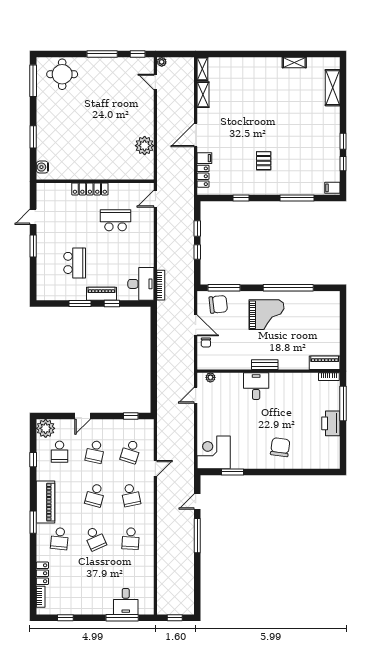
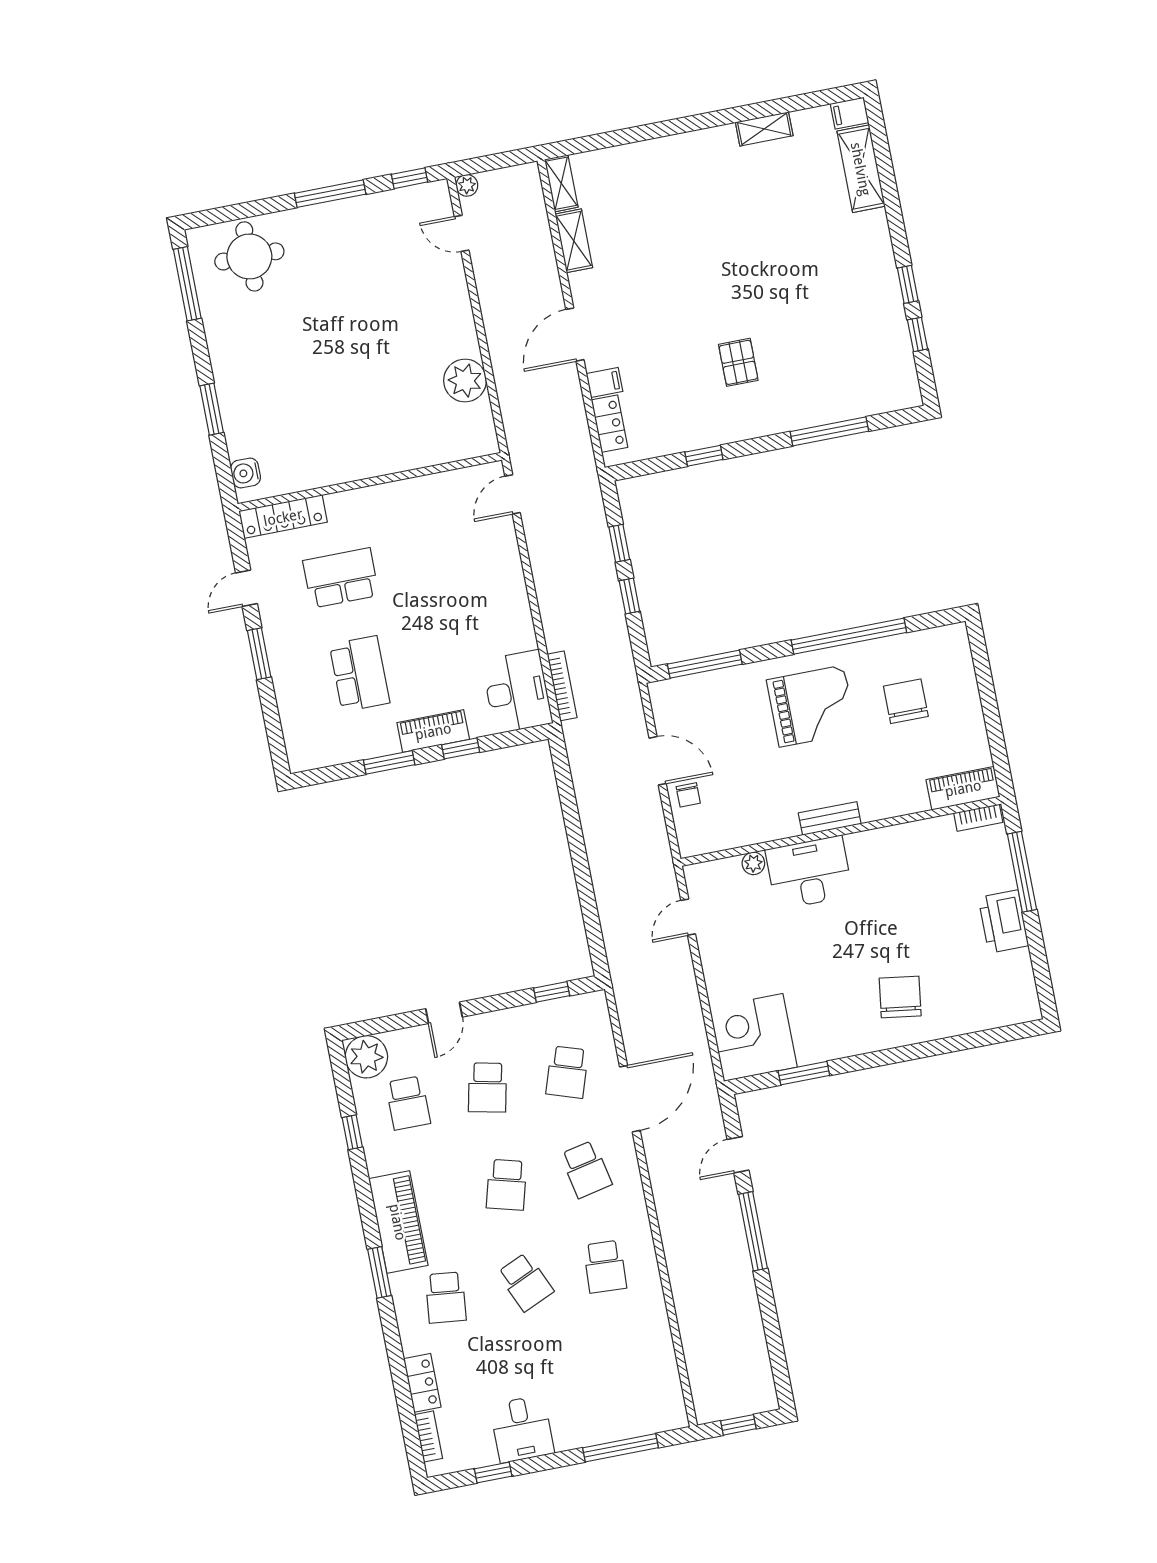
filing cabinet: (332, 188) -> (850, 113), moved
locker: (90, 189) -> (283, 517), moved
school desk: (116, 220) -> (341, 578), moved
chair: (218, 304) -> (906, 701), moved, turned -84
plant: (210, 377) -> (753, 863), moved
desk: (256, 386) -> (809, 873), width x1.37
door: (155, 468) -> (630, 1099), width x1.87
desk: (126, 601) -> (522, 1429), moved

